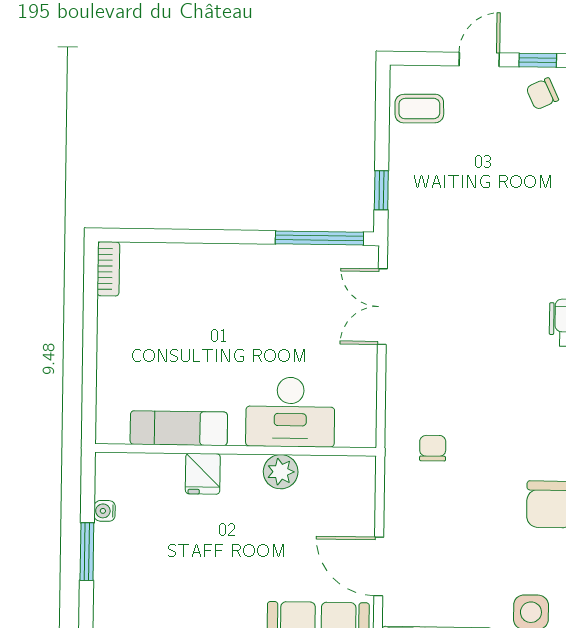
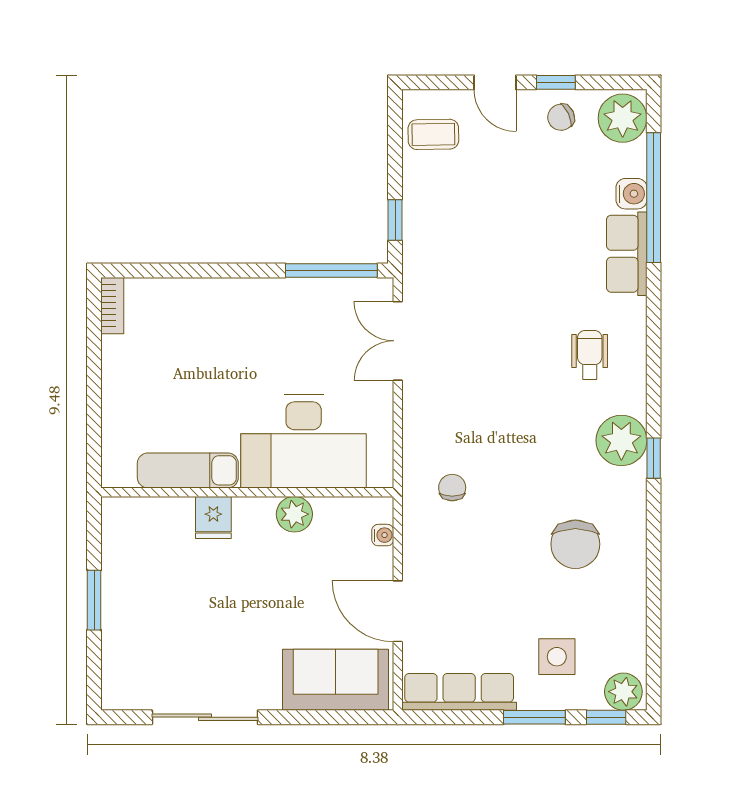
door: (479, 59) -> (495, 82), swing flipped
desk: (290, 412) -> (304, 441), width x1.36, depth x1.30
water cooler: (105, 511) -> (383, 535), moved, turned 180

